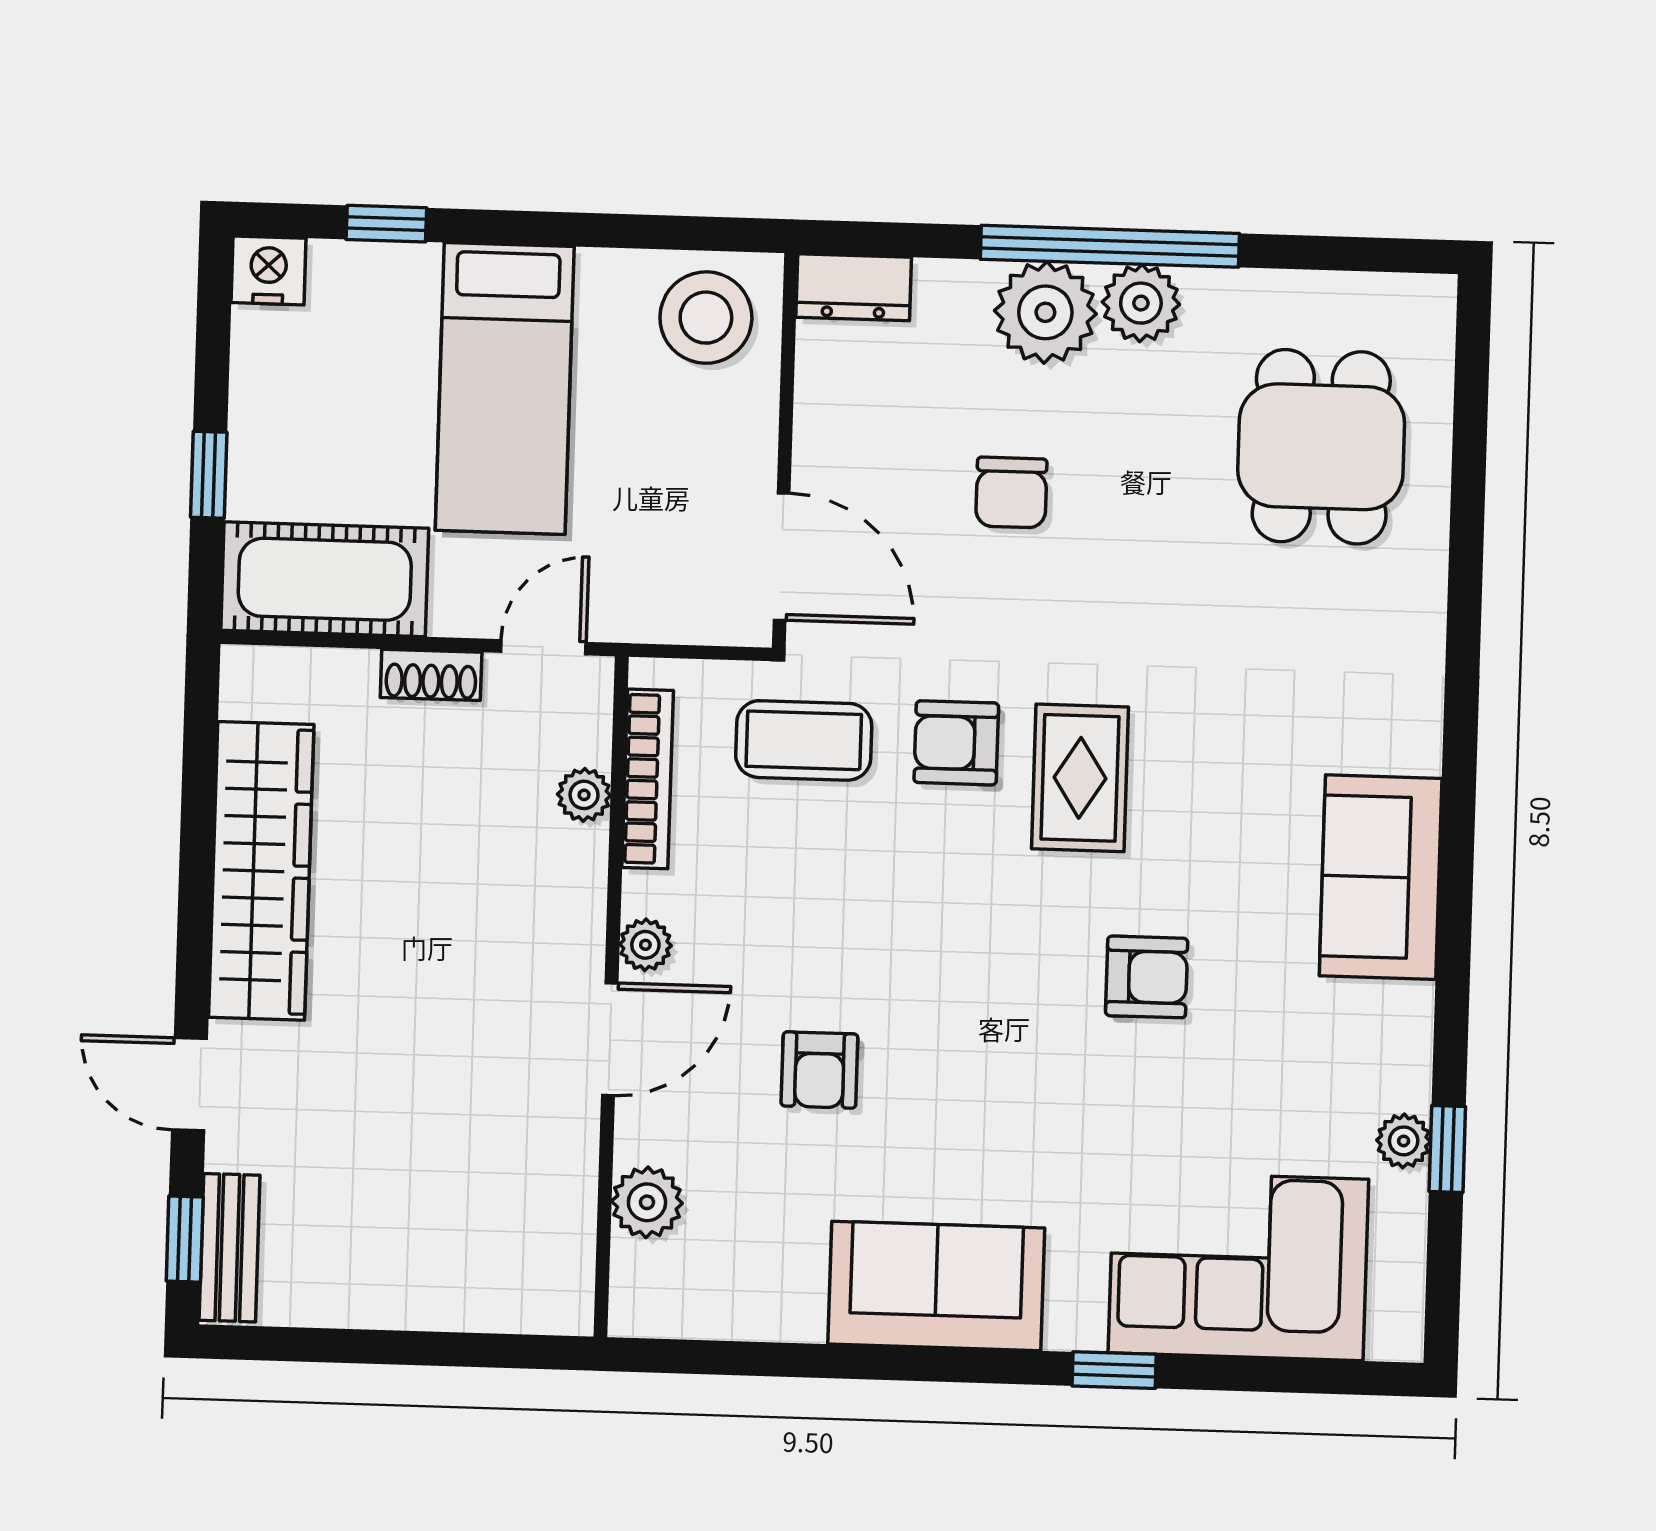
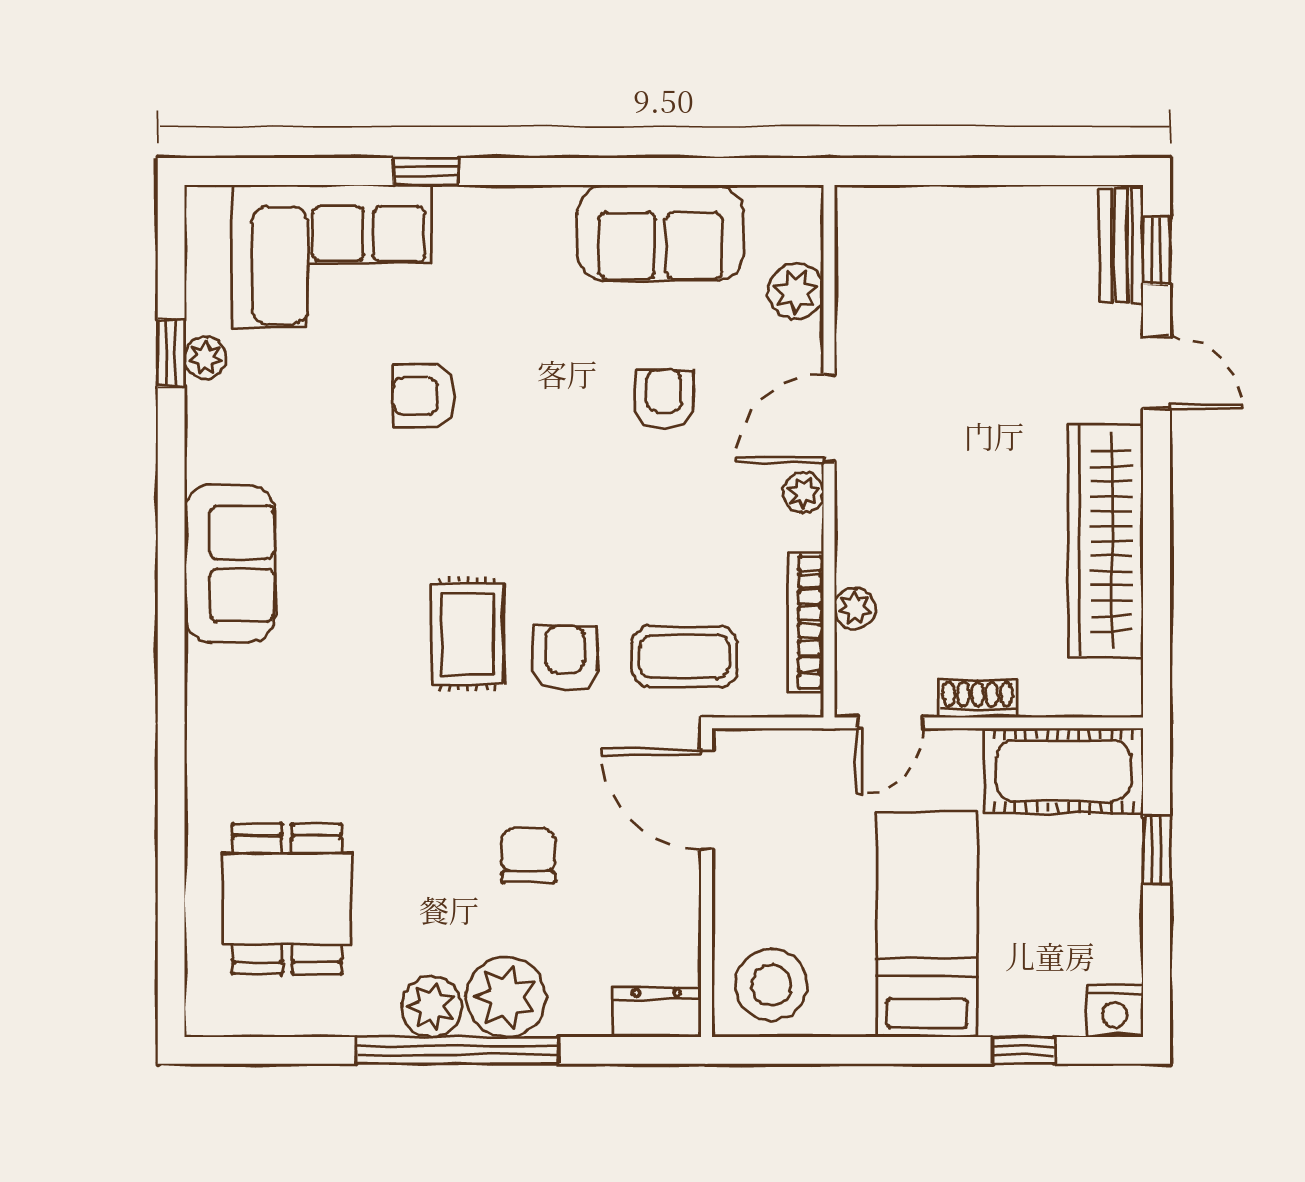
armchair: (956, 743) -> (565, 658), turned -90
armchair: (1147, 977) -> (424, 396), moved
sofa: (936, 1286) -> (661, 233), moved

